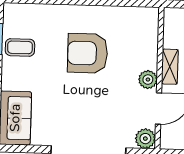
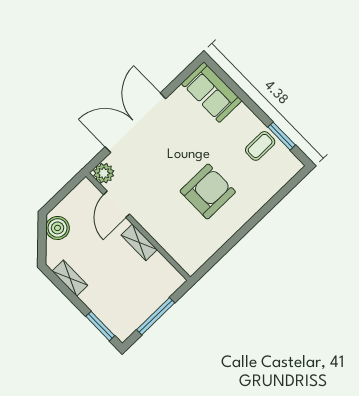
plant: (148, 80) -> (145, 217), removed

